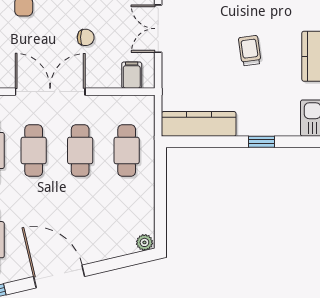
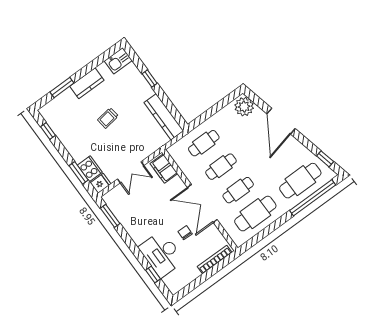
chair: (86, 37) -> (185, 233), moved
filing cabinet: (132, 75) -> (164, 168), width x2.00
plant: (144, 242) -> (244, 107), width x1.88, depth x1.88
door: (59, 277) -> (281, 121), moved

